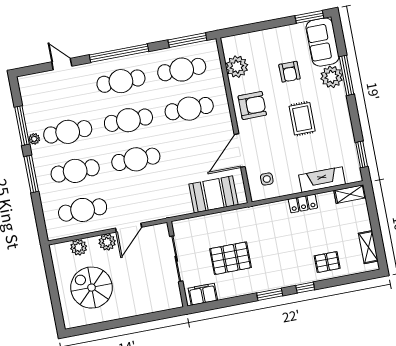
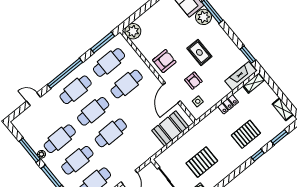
plant: (237, 67) -> (133, 31), moved
armchair: (289, 72) -> (193, 81), moved
fireplace: (322, 180) -> (241, 76), moved
pallet: (327, 262) -> (246, 134), moved, width x1.50, depth x1.42
window: (270, 294) -> (279, 137), moved

